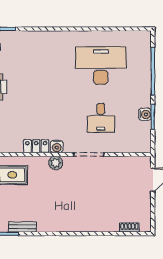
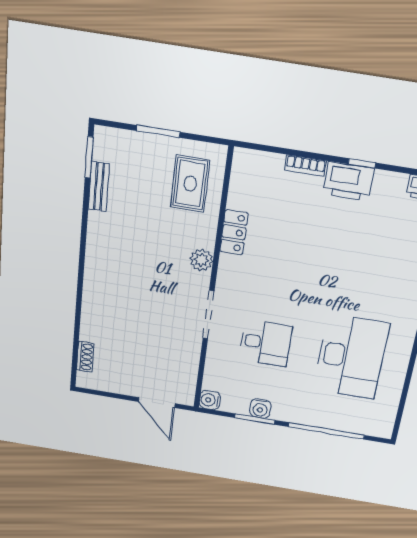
desk: (101, 118) -> (265, 343), turned 180
water cooler: (57, 147) -> (210, 400), moved

